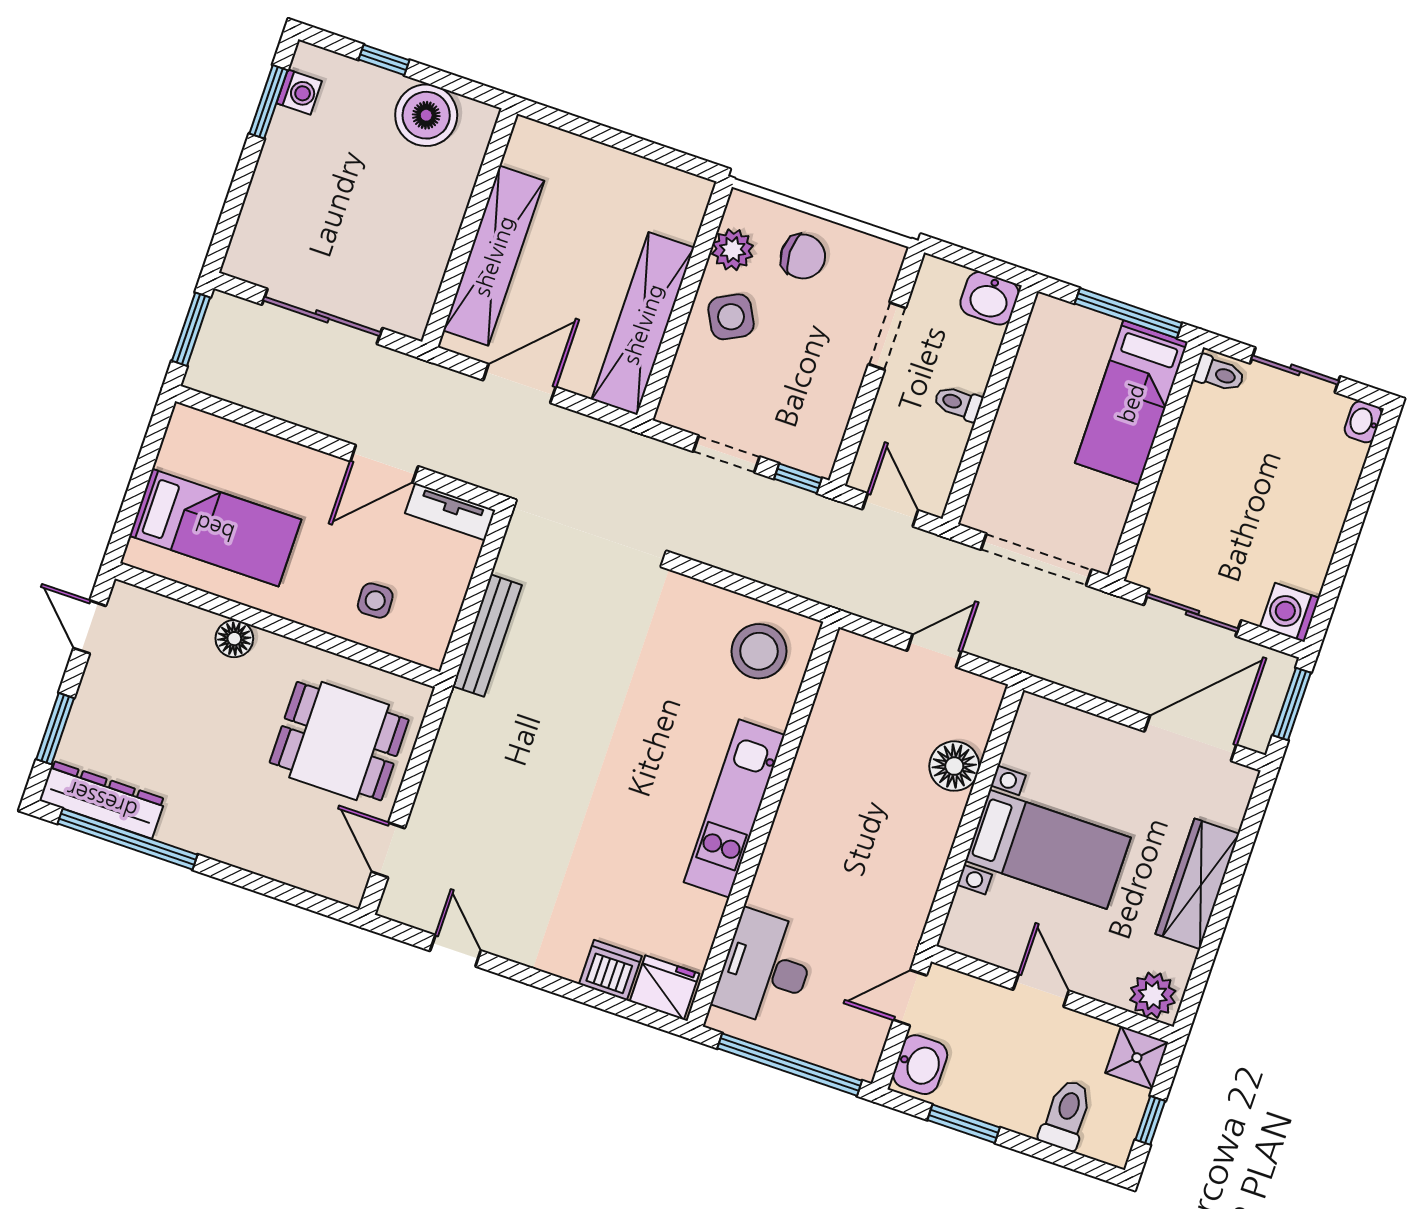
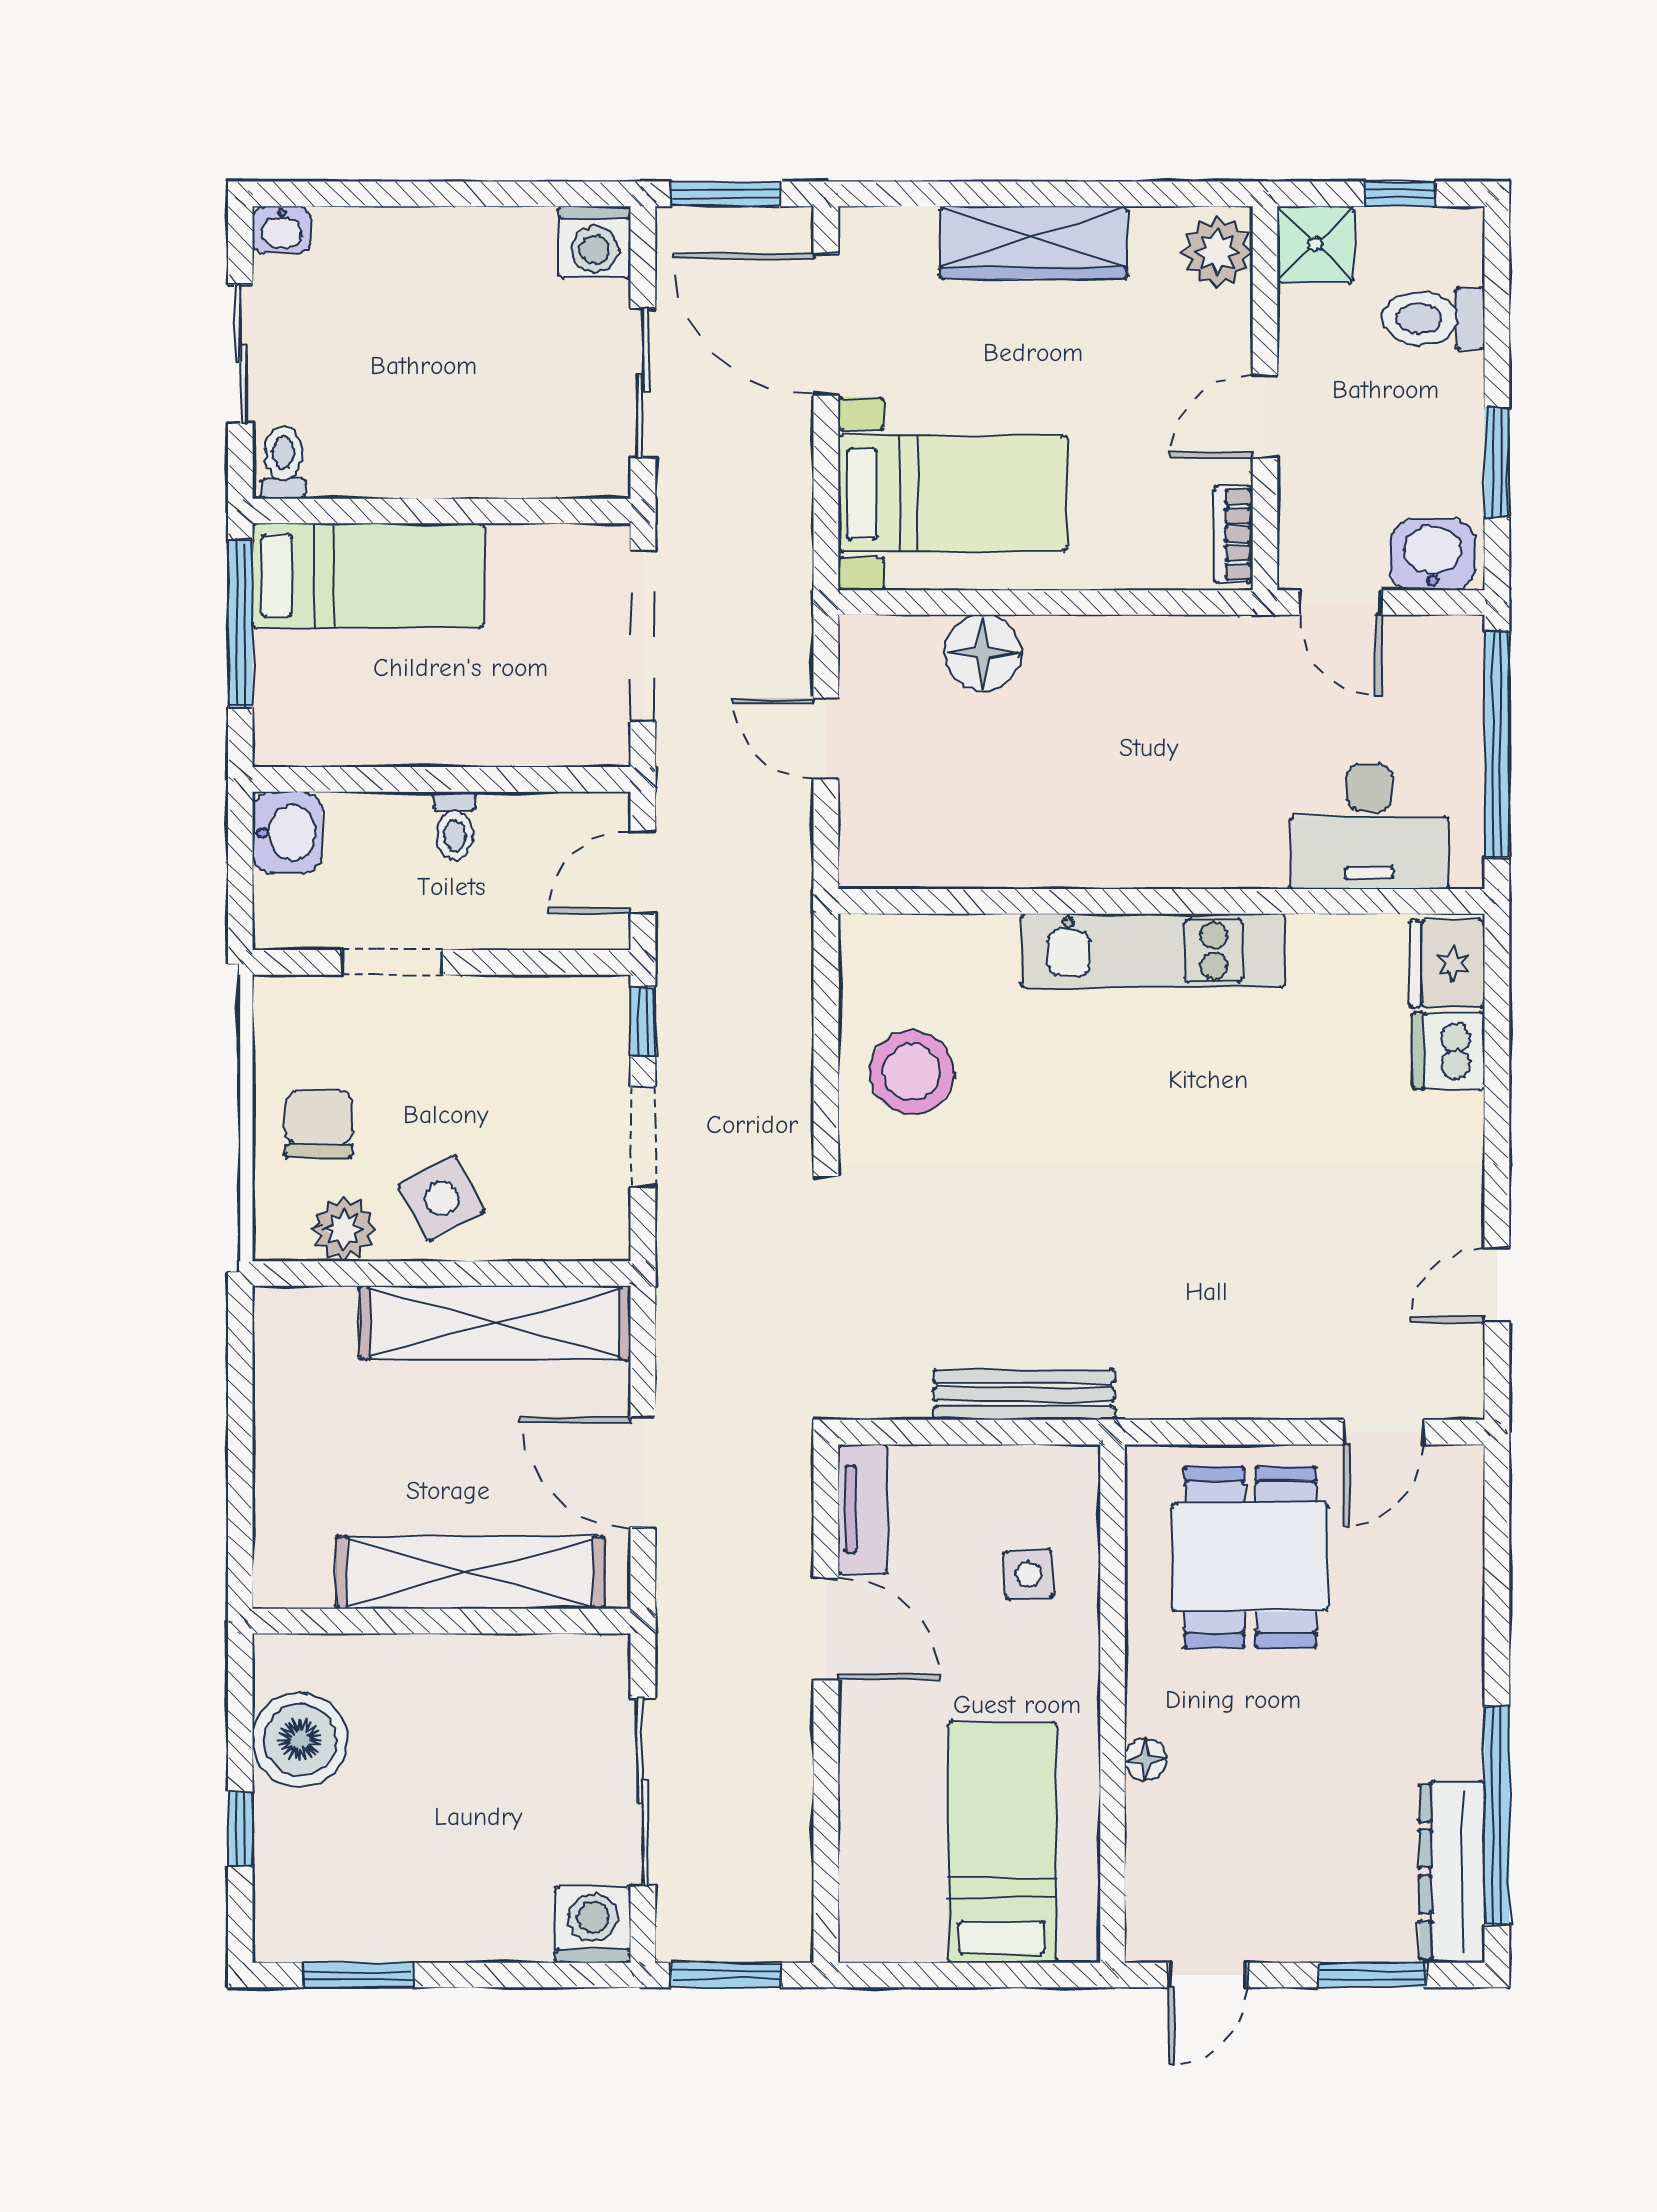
washing machine: (299, 92) -> (593, 1925), moved, width x1.38, depth x1.38
floor lamp: (234, 639) -> (1146, 1760), width x0.73, depth x0.73
stool: (759, 651) -> (912, 1072), moved
bed with nightstands: (1048, 849) -> (953, 494), moved, turned 90
bookcase: (975, 946) -> (1233, 534), added

